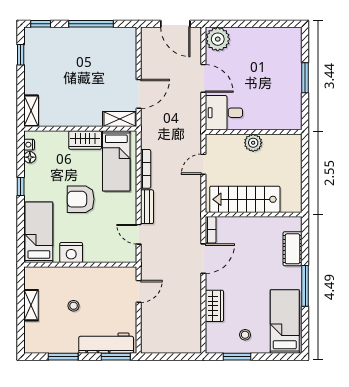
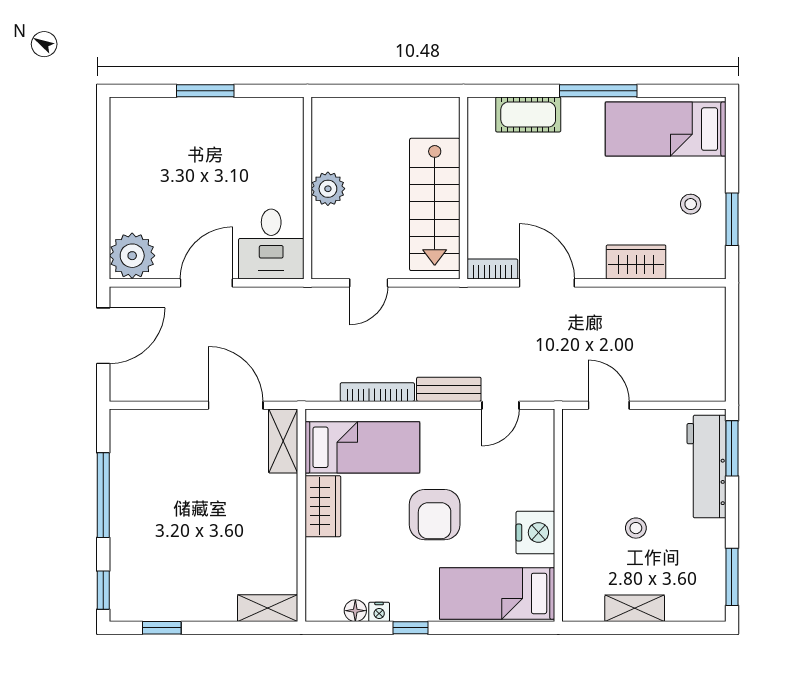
nightstand: (29, 145) -> (379, 612), moved
door: (203, 164) -> (369, 283), hinge flipped
window: (63, 357) -> (732, 577), moved

